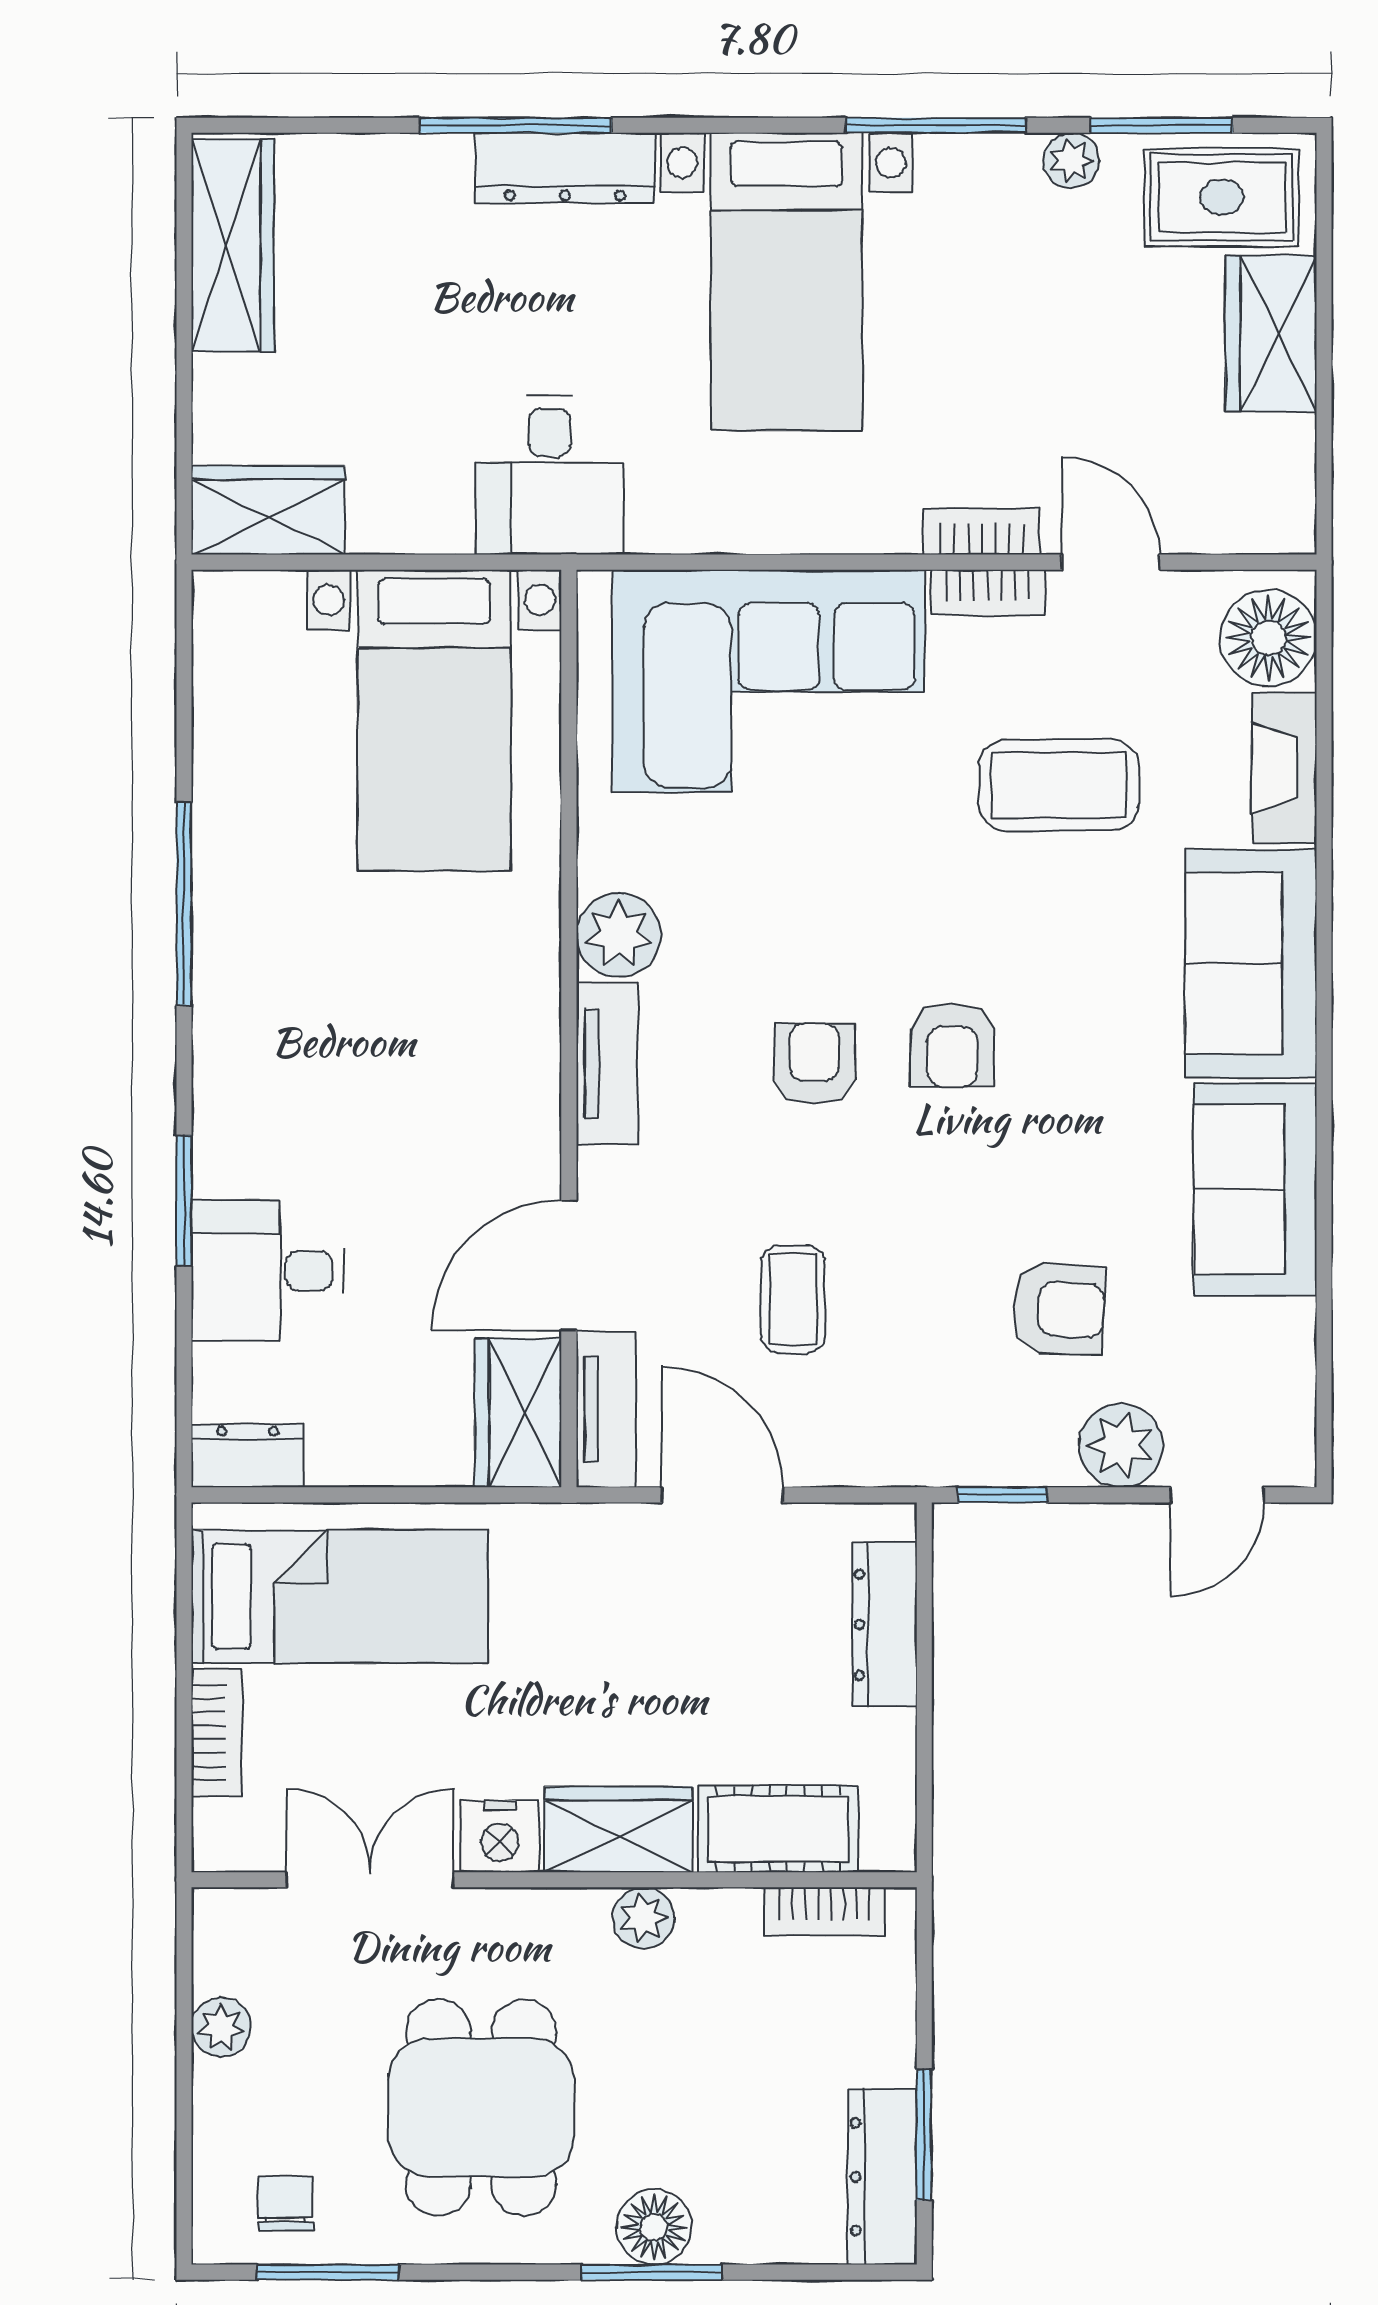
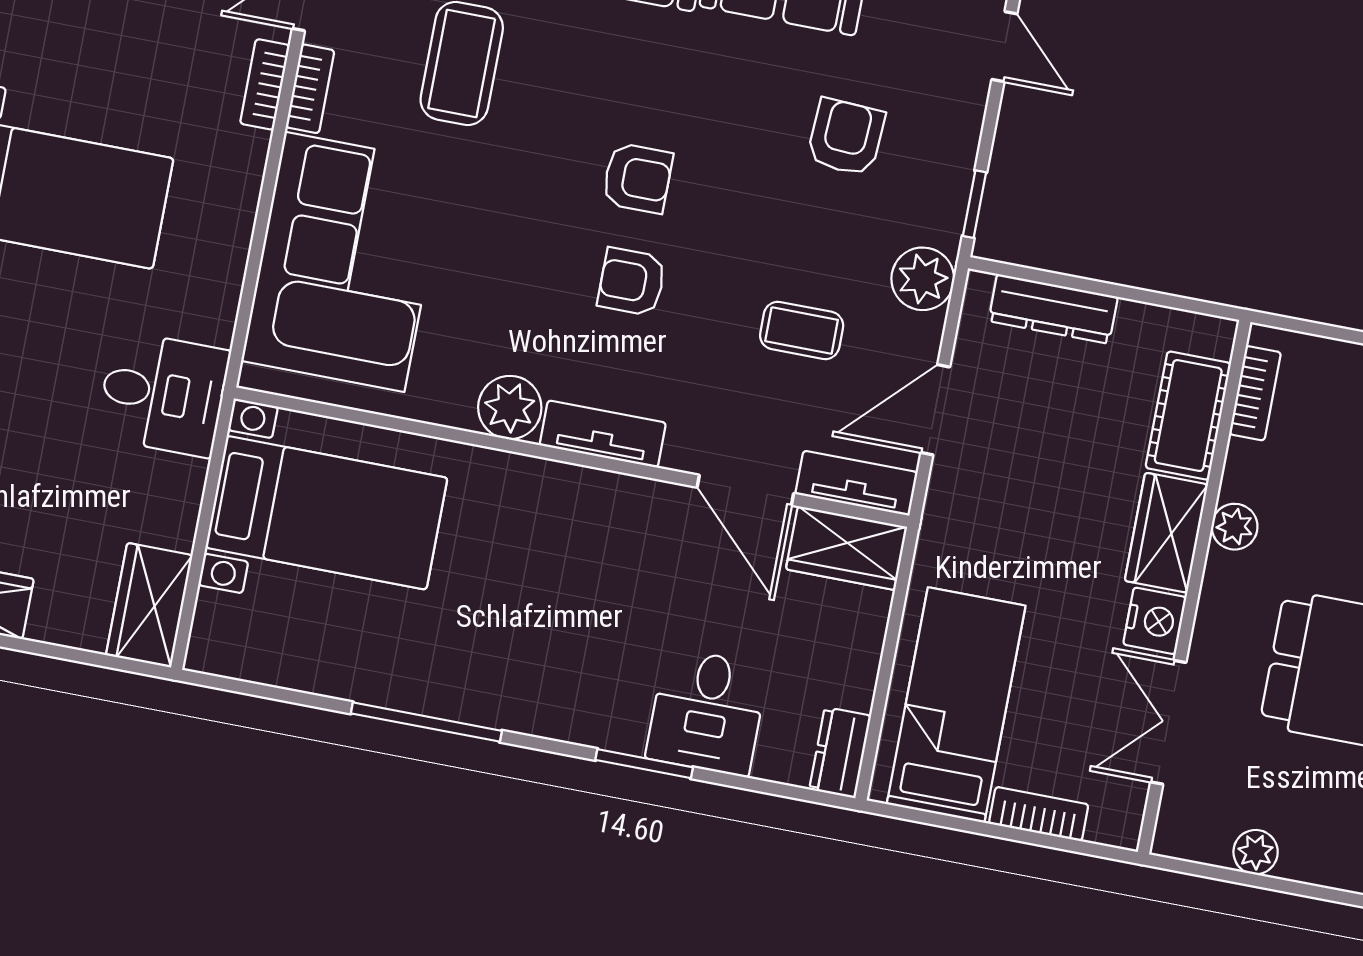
plant: (1121, 1446) -> (923, 279), moved

